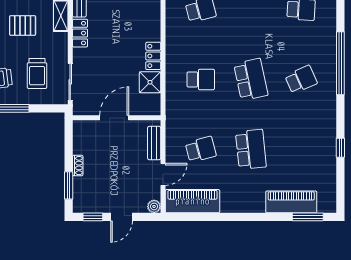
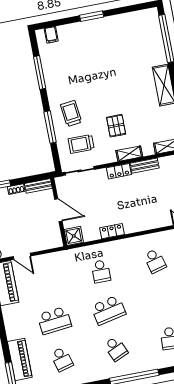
shower: (150, 82) -> (74, 236), moved
bench: (154, 143) -> (38, 186), moved
school desk: (201, 149) -> (62, 359), moved

